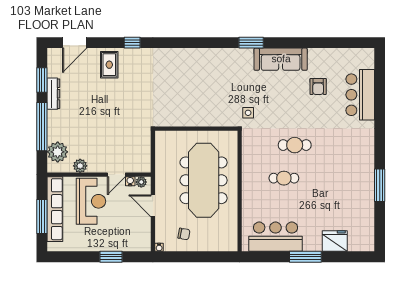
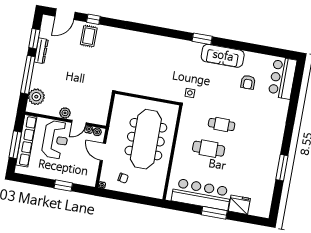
window: (132, 43) -> (93, 19), moved
bar counter: (360, 95) -> (282, 78), moved
plant: (80, 166) -> (65, 113), moved
cafe table: (284, 178) -> (209, 149), width x1.37, depth x1.35
bar counter: (275, 237) -> (201, 194), width x1.36

